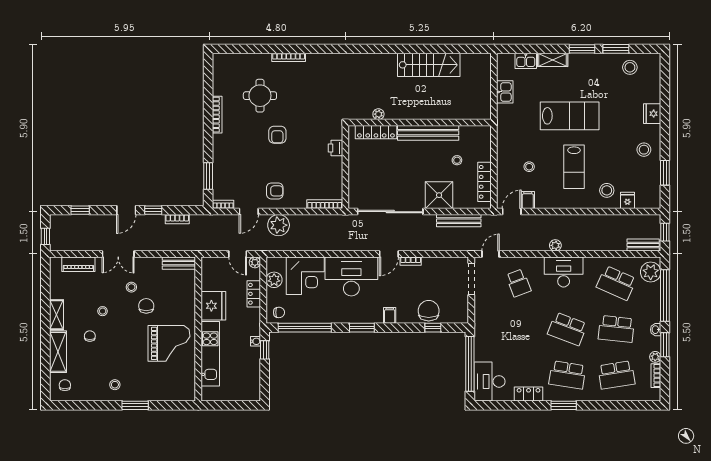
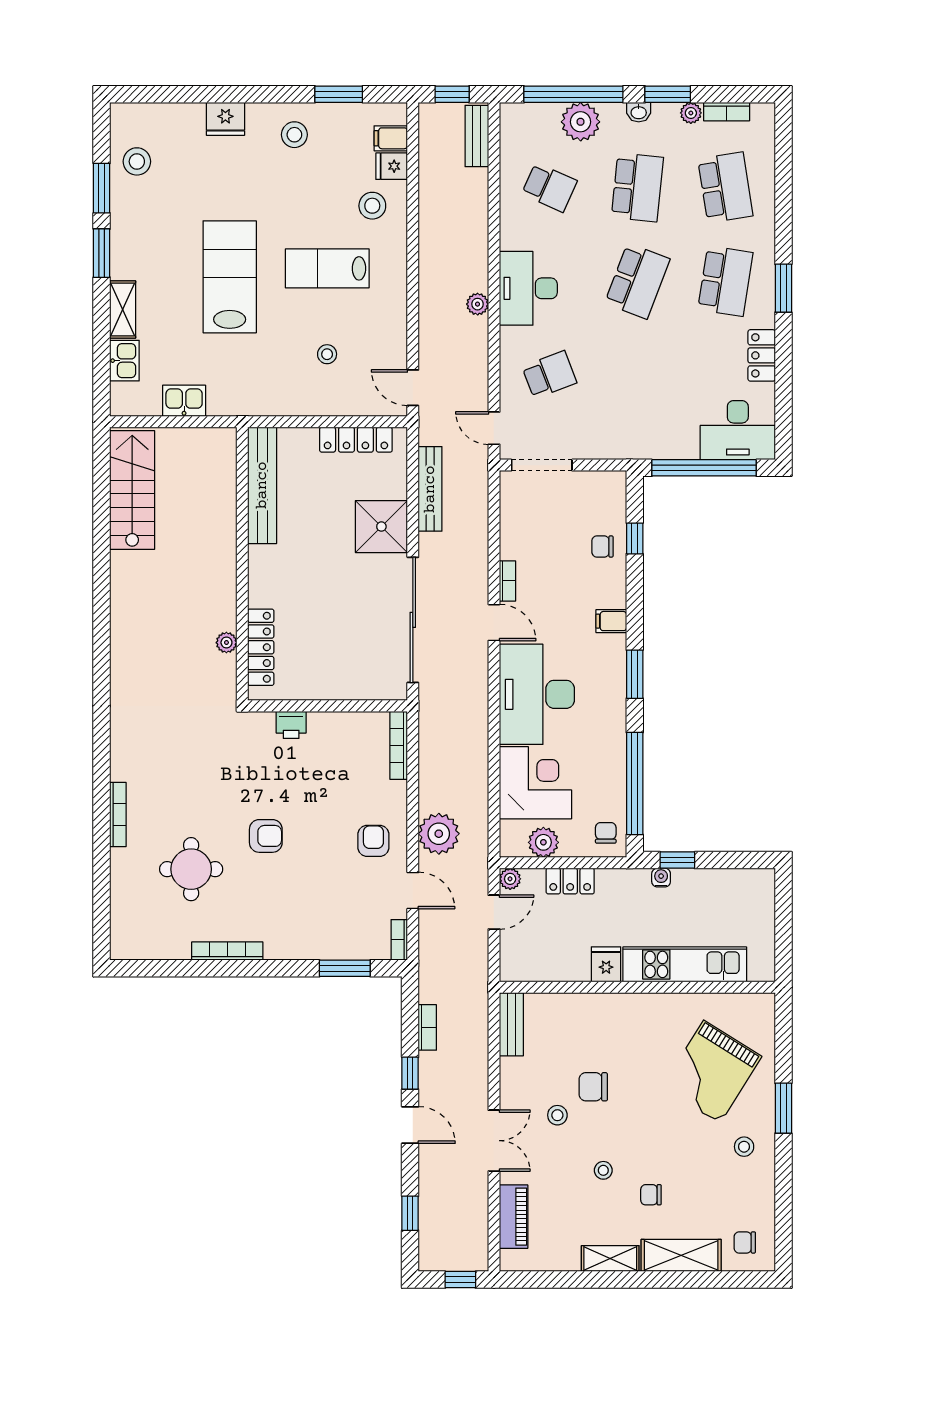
stairs: (429, 65) -> (132, 490), moved
bench: (428, 133) -> (262, 485), moved
stool: (457, 160) -> (315, 492), removed
lab bench: (574, 167) -> (327, 268), turned 180
filing cabinet: (528, 200) -> (391, 138), moved
plant: (651, 272) -> (581, 122), moved
school desk: (616, 283) -> (549, 187), width x0.54
fridge: (213, 306) -> (606, 964), width x0.53, depth x0.75
chair: (429, 311) -> (602, 546), width x0.54, depth x0.54
grand piano: (169, 343) -> (712, 1072), moved, turned -148

